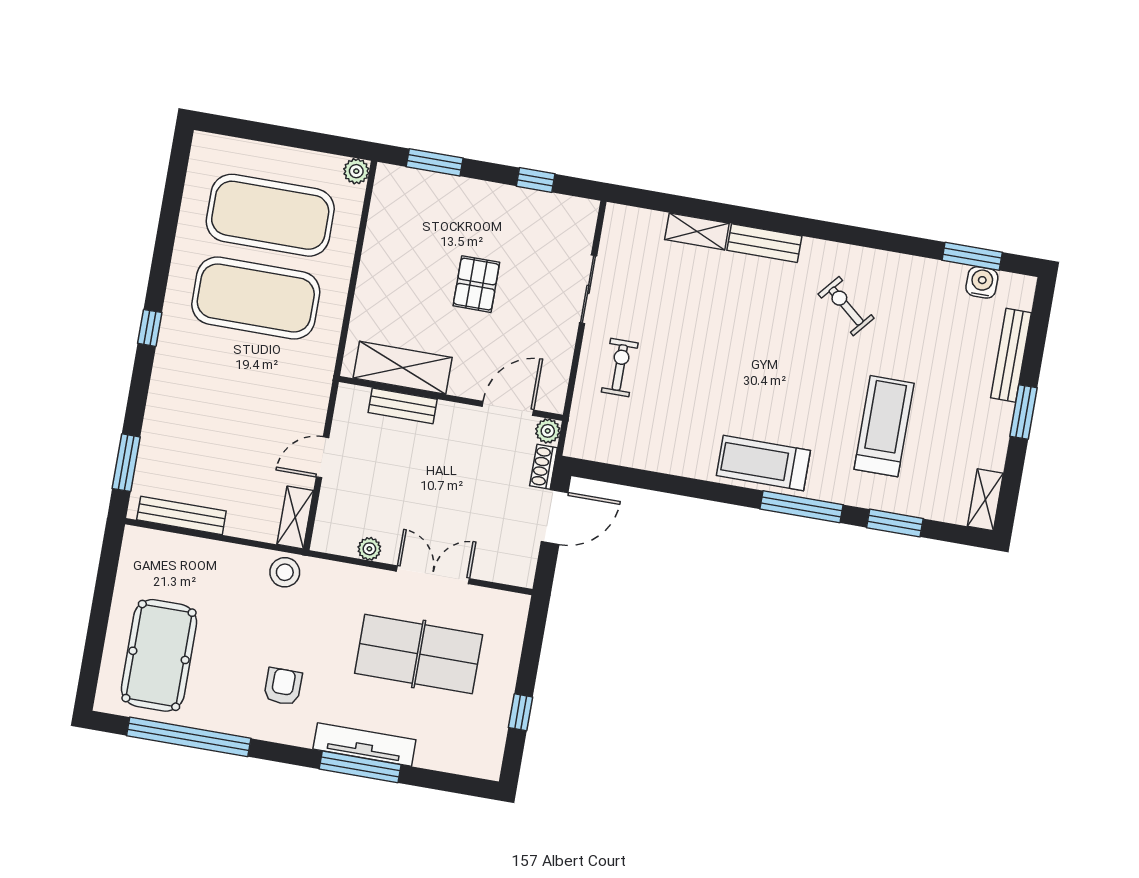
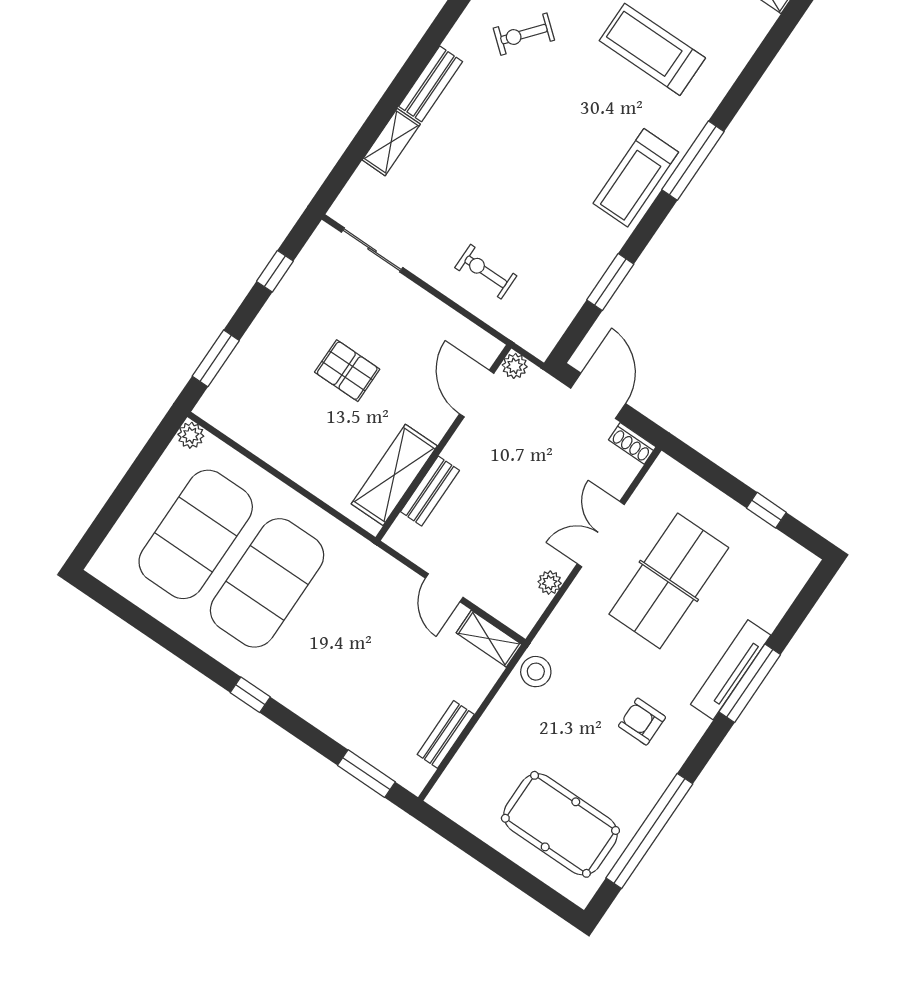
sliding door: (588, 289) -> (372, 250), moved
shoe rack: (544, 467) -> (632, 443), moved
bench: (181, 515) -> (446, 734), width x0.73
window: (895, 523) -> (610, 282), moved

